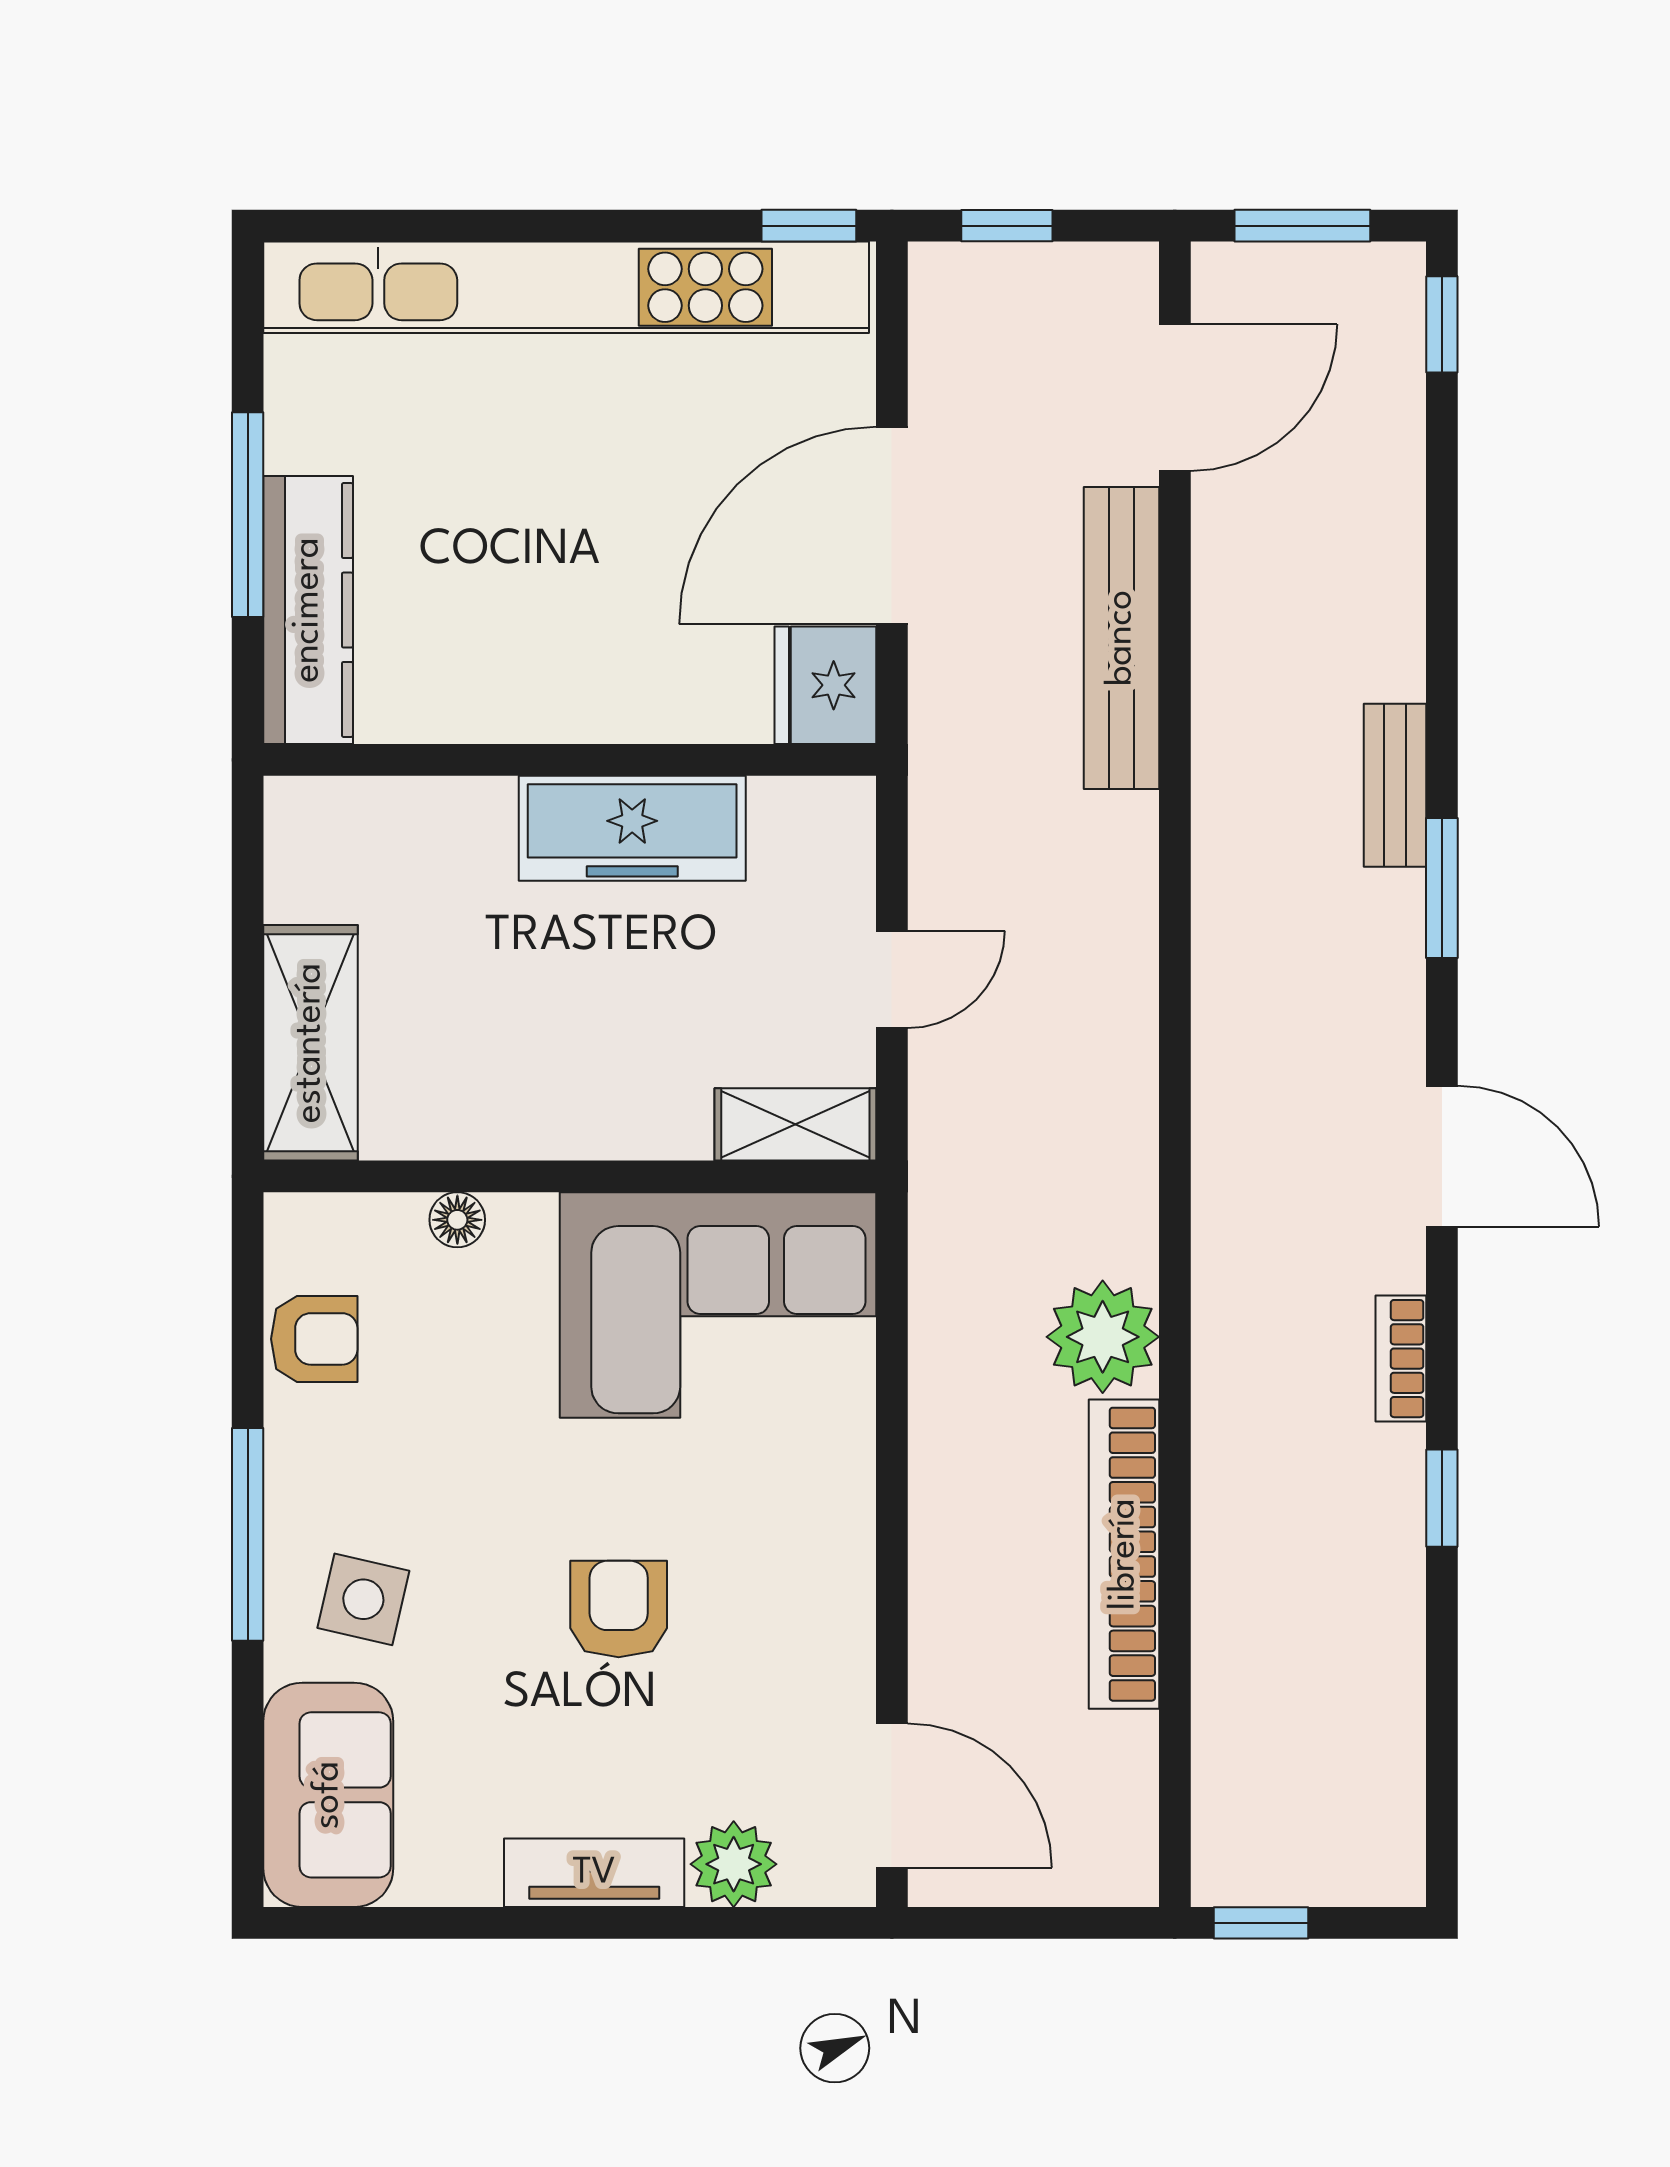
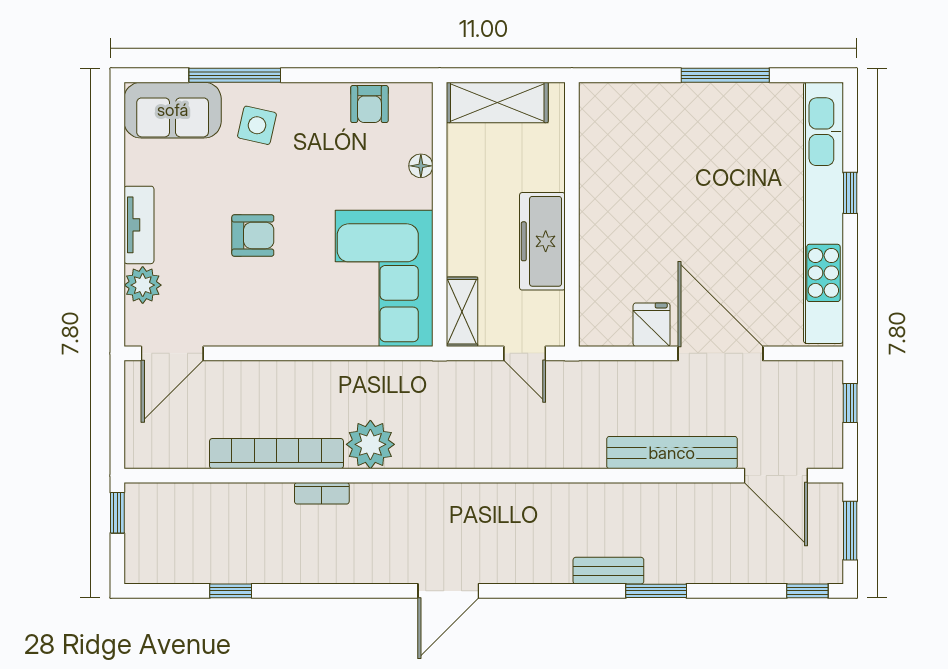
window: (809, 226) -> (850, 193), moved
kitchen counter: (308, 610) -> (684, 101), removed
fridge: (825, 685) -> (652, 325), width x0.72
wall: (570, 760) -> (572, 214), moved
freezer: (632, 828) -> (542, 241), moved
window: (1442, 888) -> (656, 591), moved
bookcase: (1401, 1359) -> (322, 493), moved, turned 180
window: (1442, 1498) -> (231, 591), moved
window: (248, 1534) -> (235, 75), moved

